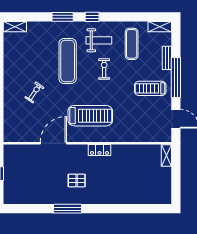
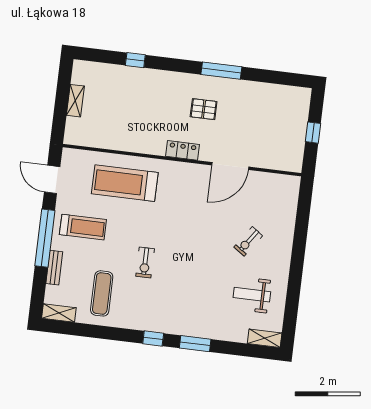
weight bench: (99, 40) -> (252, 295), moved
exercise mat: (68, 61) -> (196, 280), removed
treadmill: (90, 116) -> (125, 183), moved
locker: (99, 150) -> (183, 150), moved
shelving: (166, 156) -> (75, 101), moved
window: (128, 209) -> (135, 60), added

